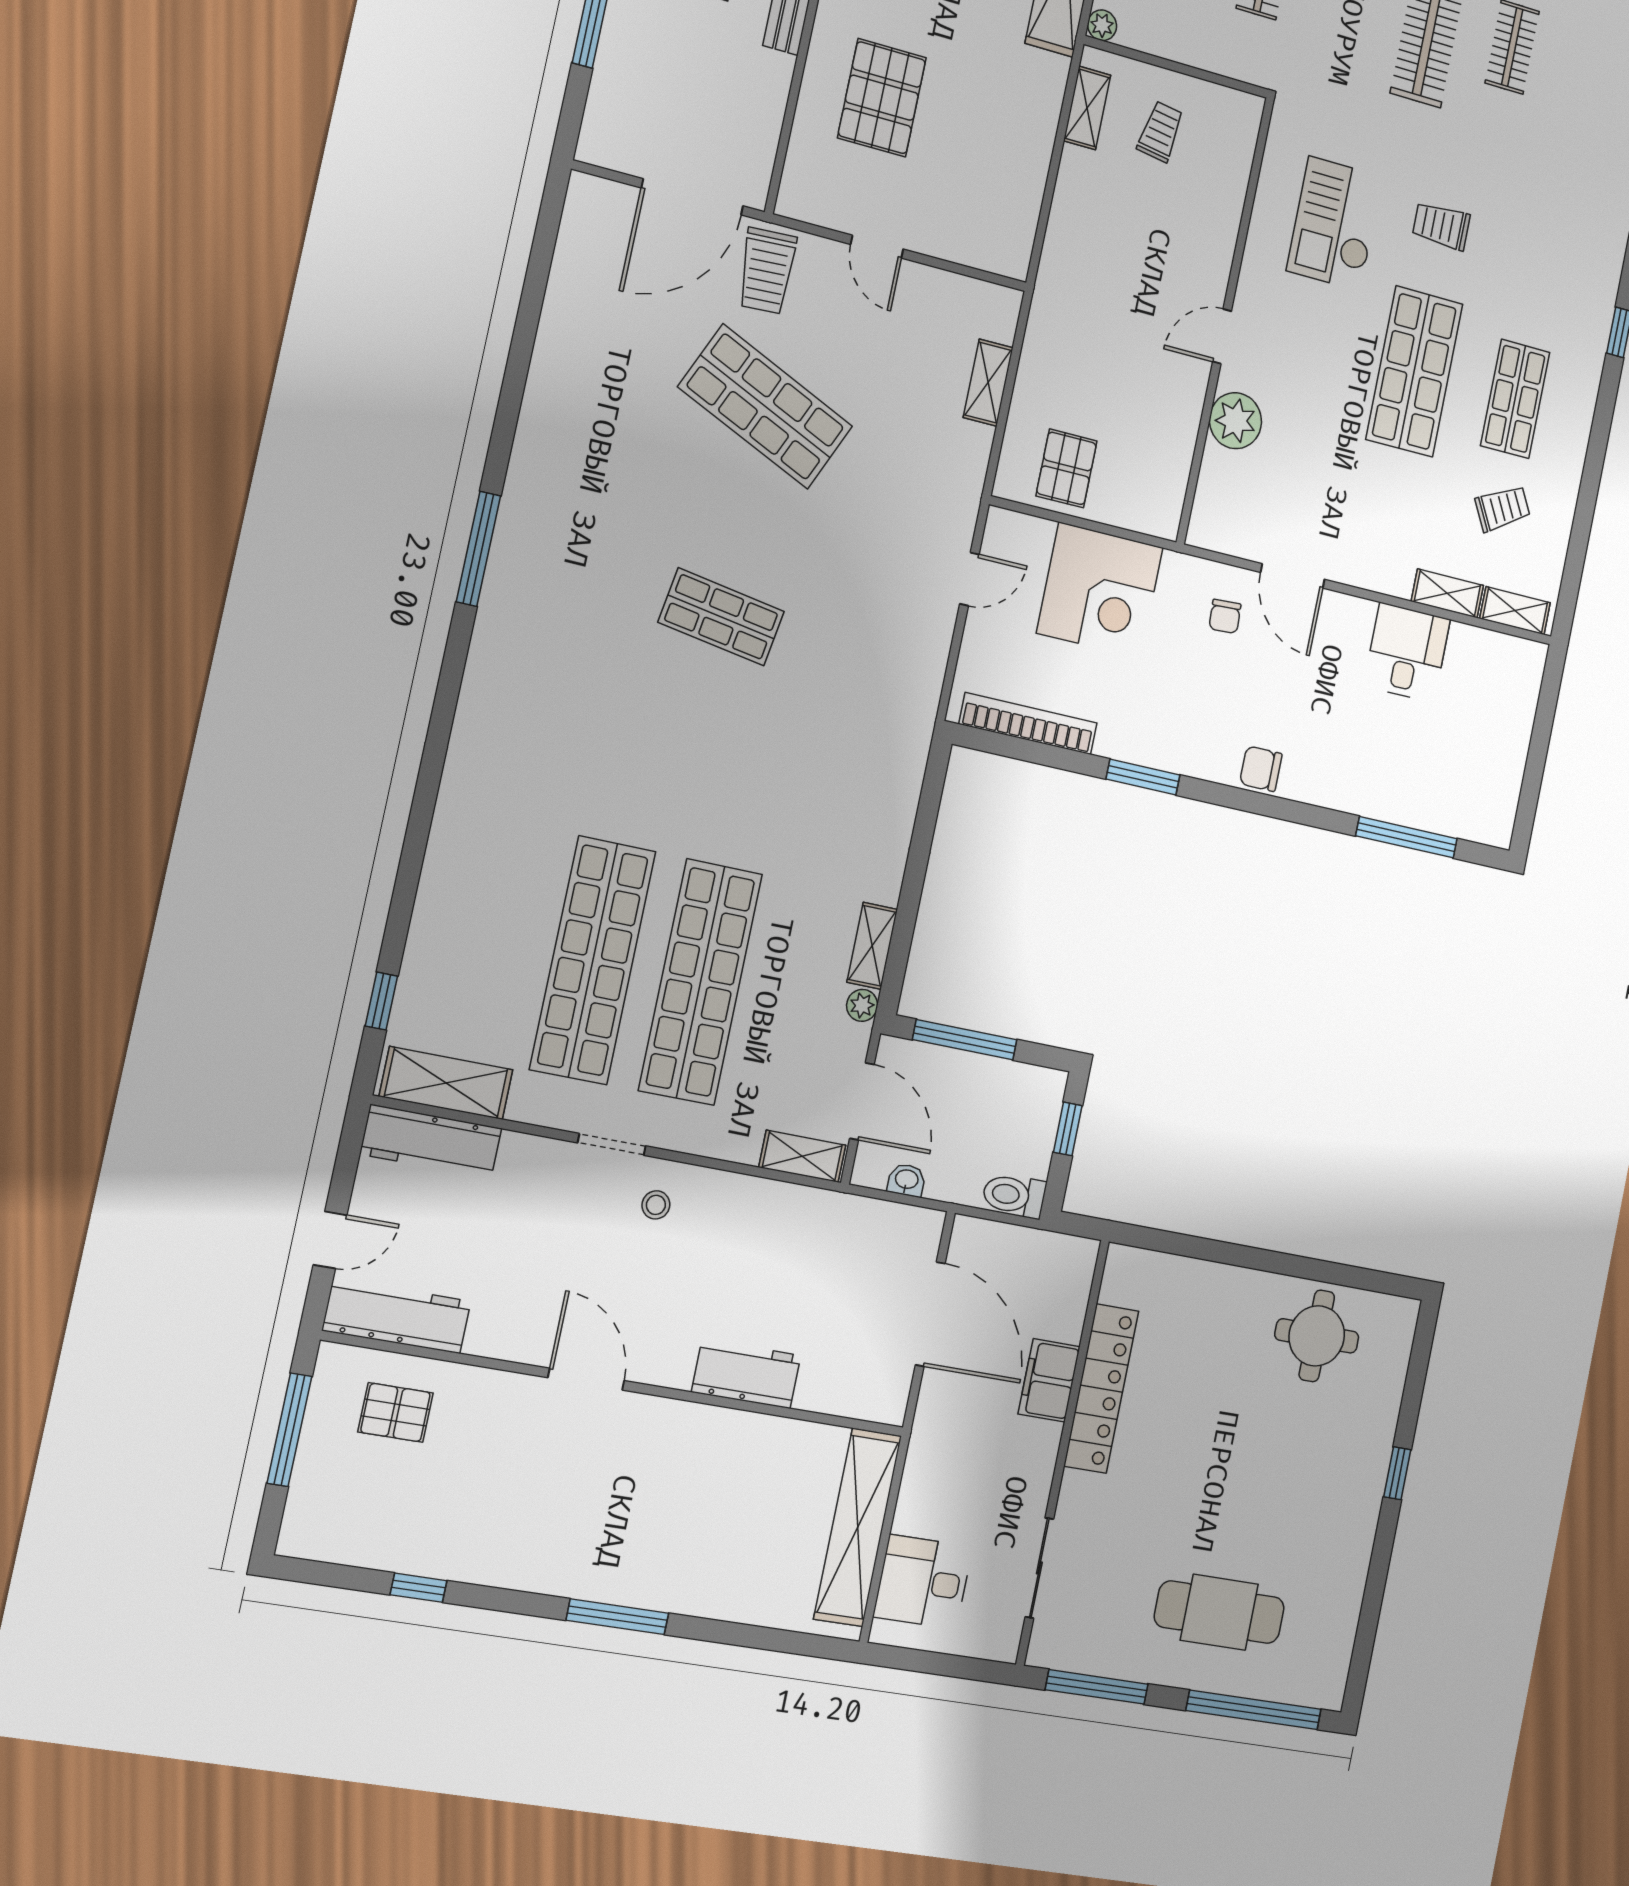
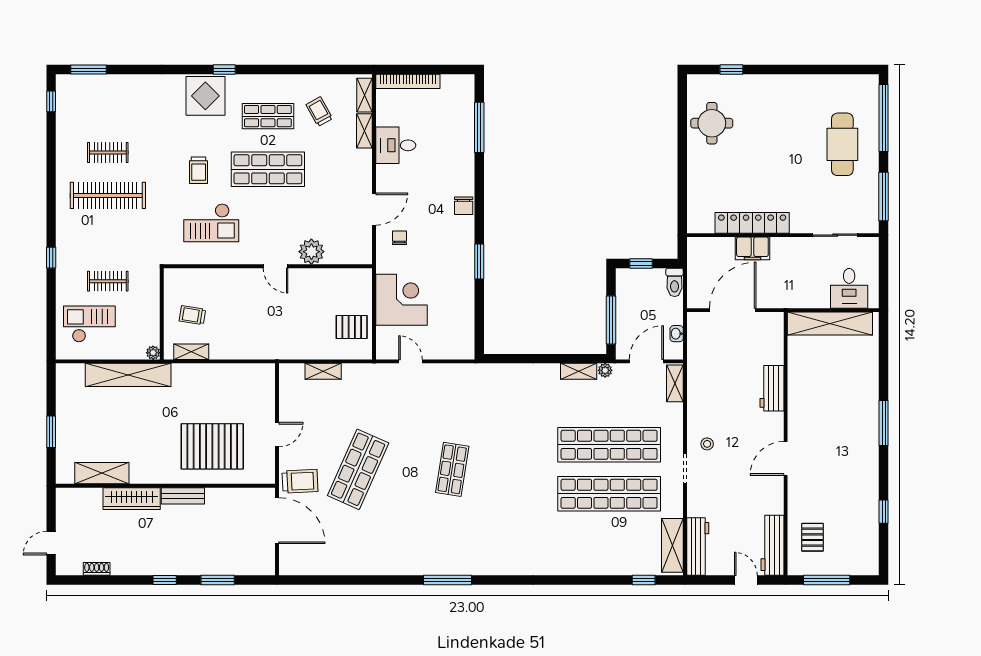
pallet: (882, 98) -> (212, 446), width x1.37, depth x1.41
display table: (1578, 280) -> (205, 96), added
chair: (1225, 616) -> (400, 238), turned -87
bookcase: (1028, 724) -> (408, 81), moved, turned -90
window: (1397, 1473) -> (731, 70), moved

